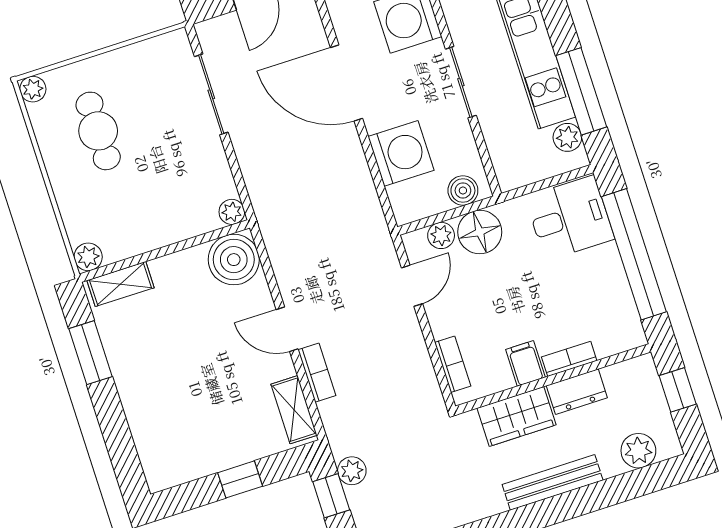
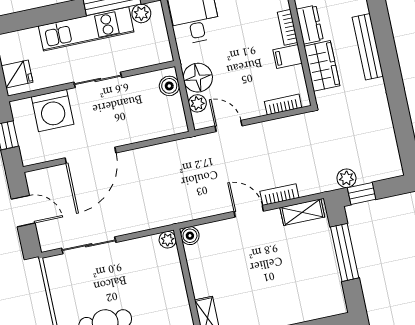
washing machine: (401, 153) -> (141, 124), removed
boiler: (234, 260) -> (190, 236), width x0.54, depth x0.54
door: (287, 329) -> (249, 211), swing flipped
window: (240, 479) -> (345, 252), width x2.17

